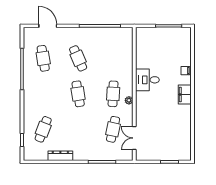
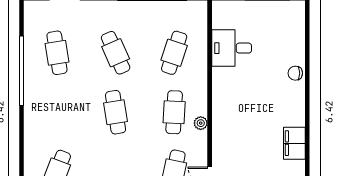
cafe table: (113, 58) -> (174, 53), added
desk: (147, 80) -> (232, 48), moved
filing cabinet: (185, 95) -> (294, 143), moved

